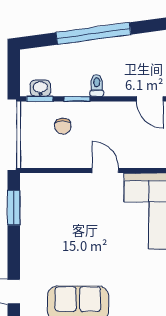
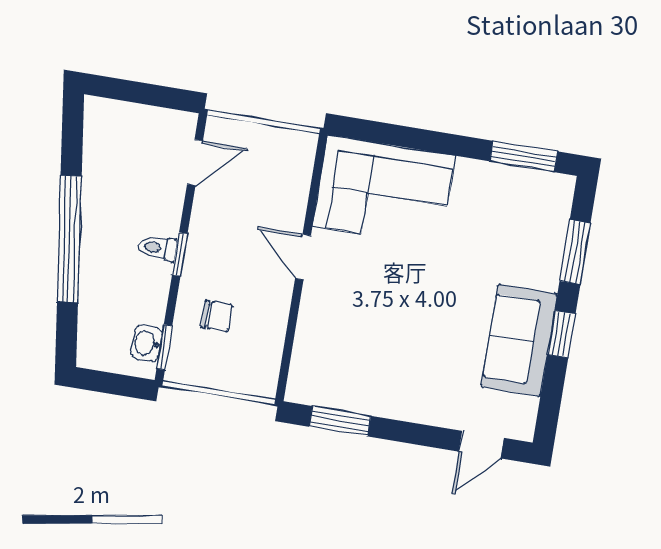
window: (77, 99) -> (180, 254), moved
door: (105, 170) -> (303, 257), hinge flipped

